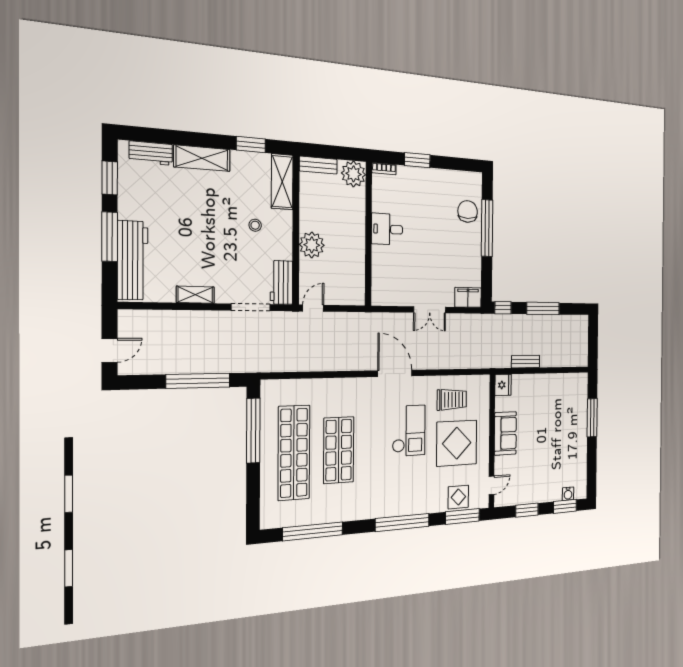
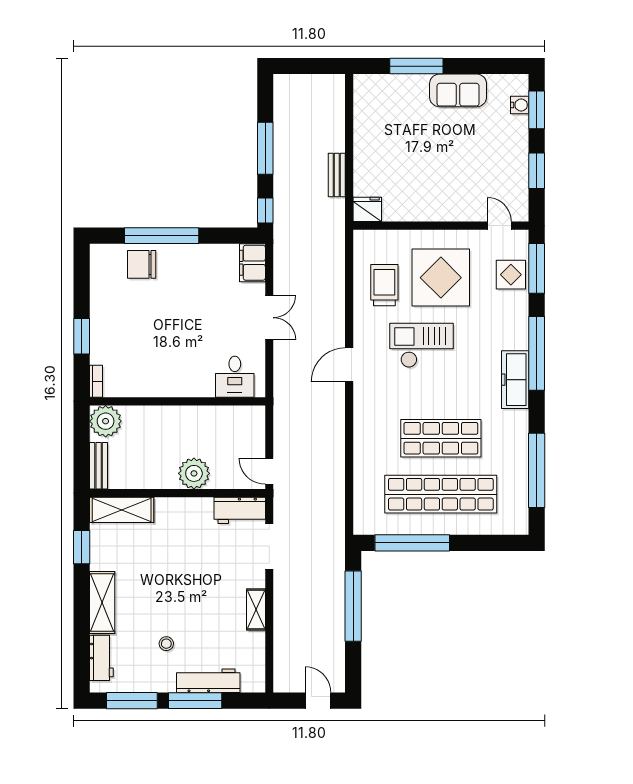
window: (110, 178) -> (132, 701), width x1.44
stool: (255, 225) -> (166, 644), moved
desk: (387, 229) -> (235, 377), moved
workbench: (133, 260) -> (208, 681), width x0.73, depth x0.76
door: (395, 373) -> (349, 365), width x0.73
sofa: (505, 433) -> (458, 90), moved, turned 180
freezer: (383, 507) -> (515, 380), added

